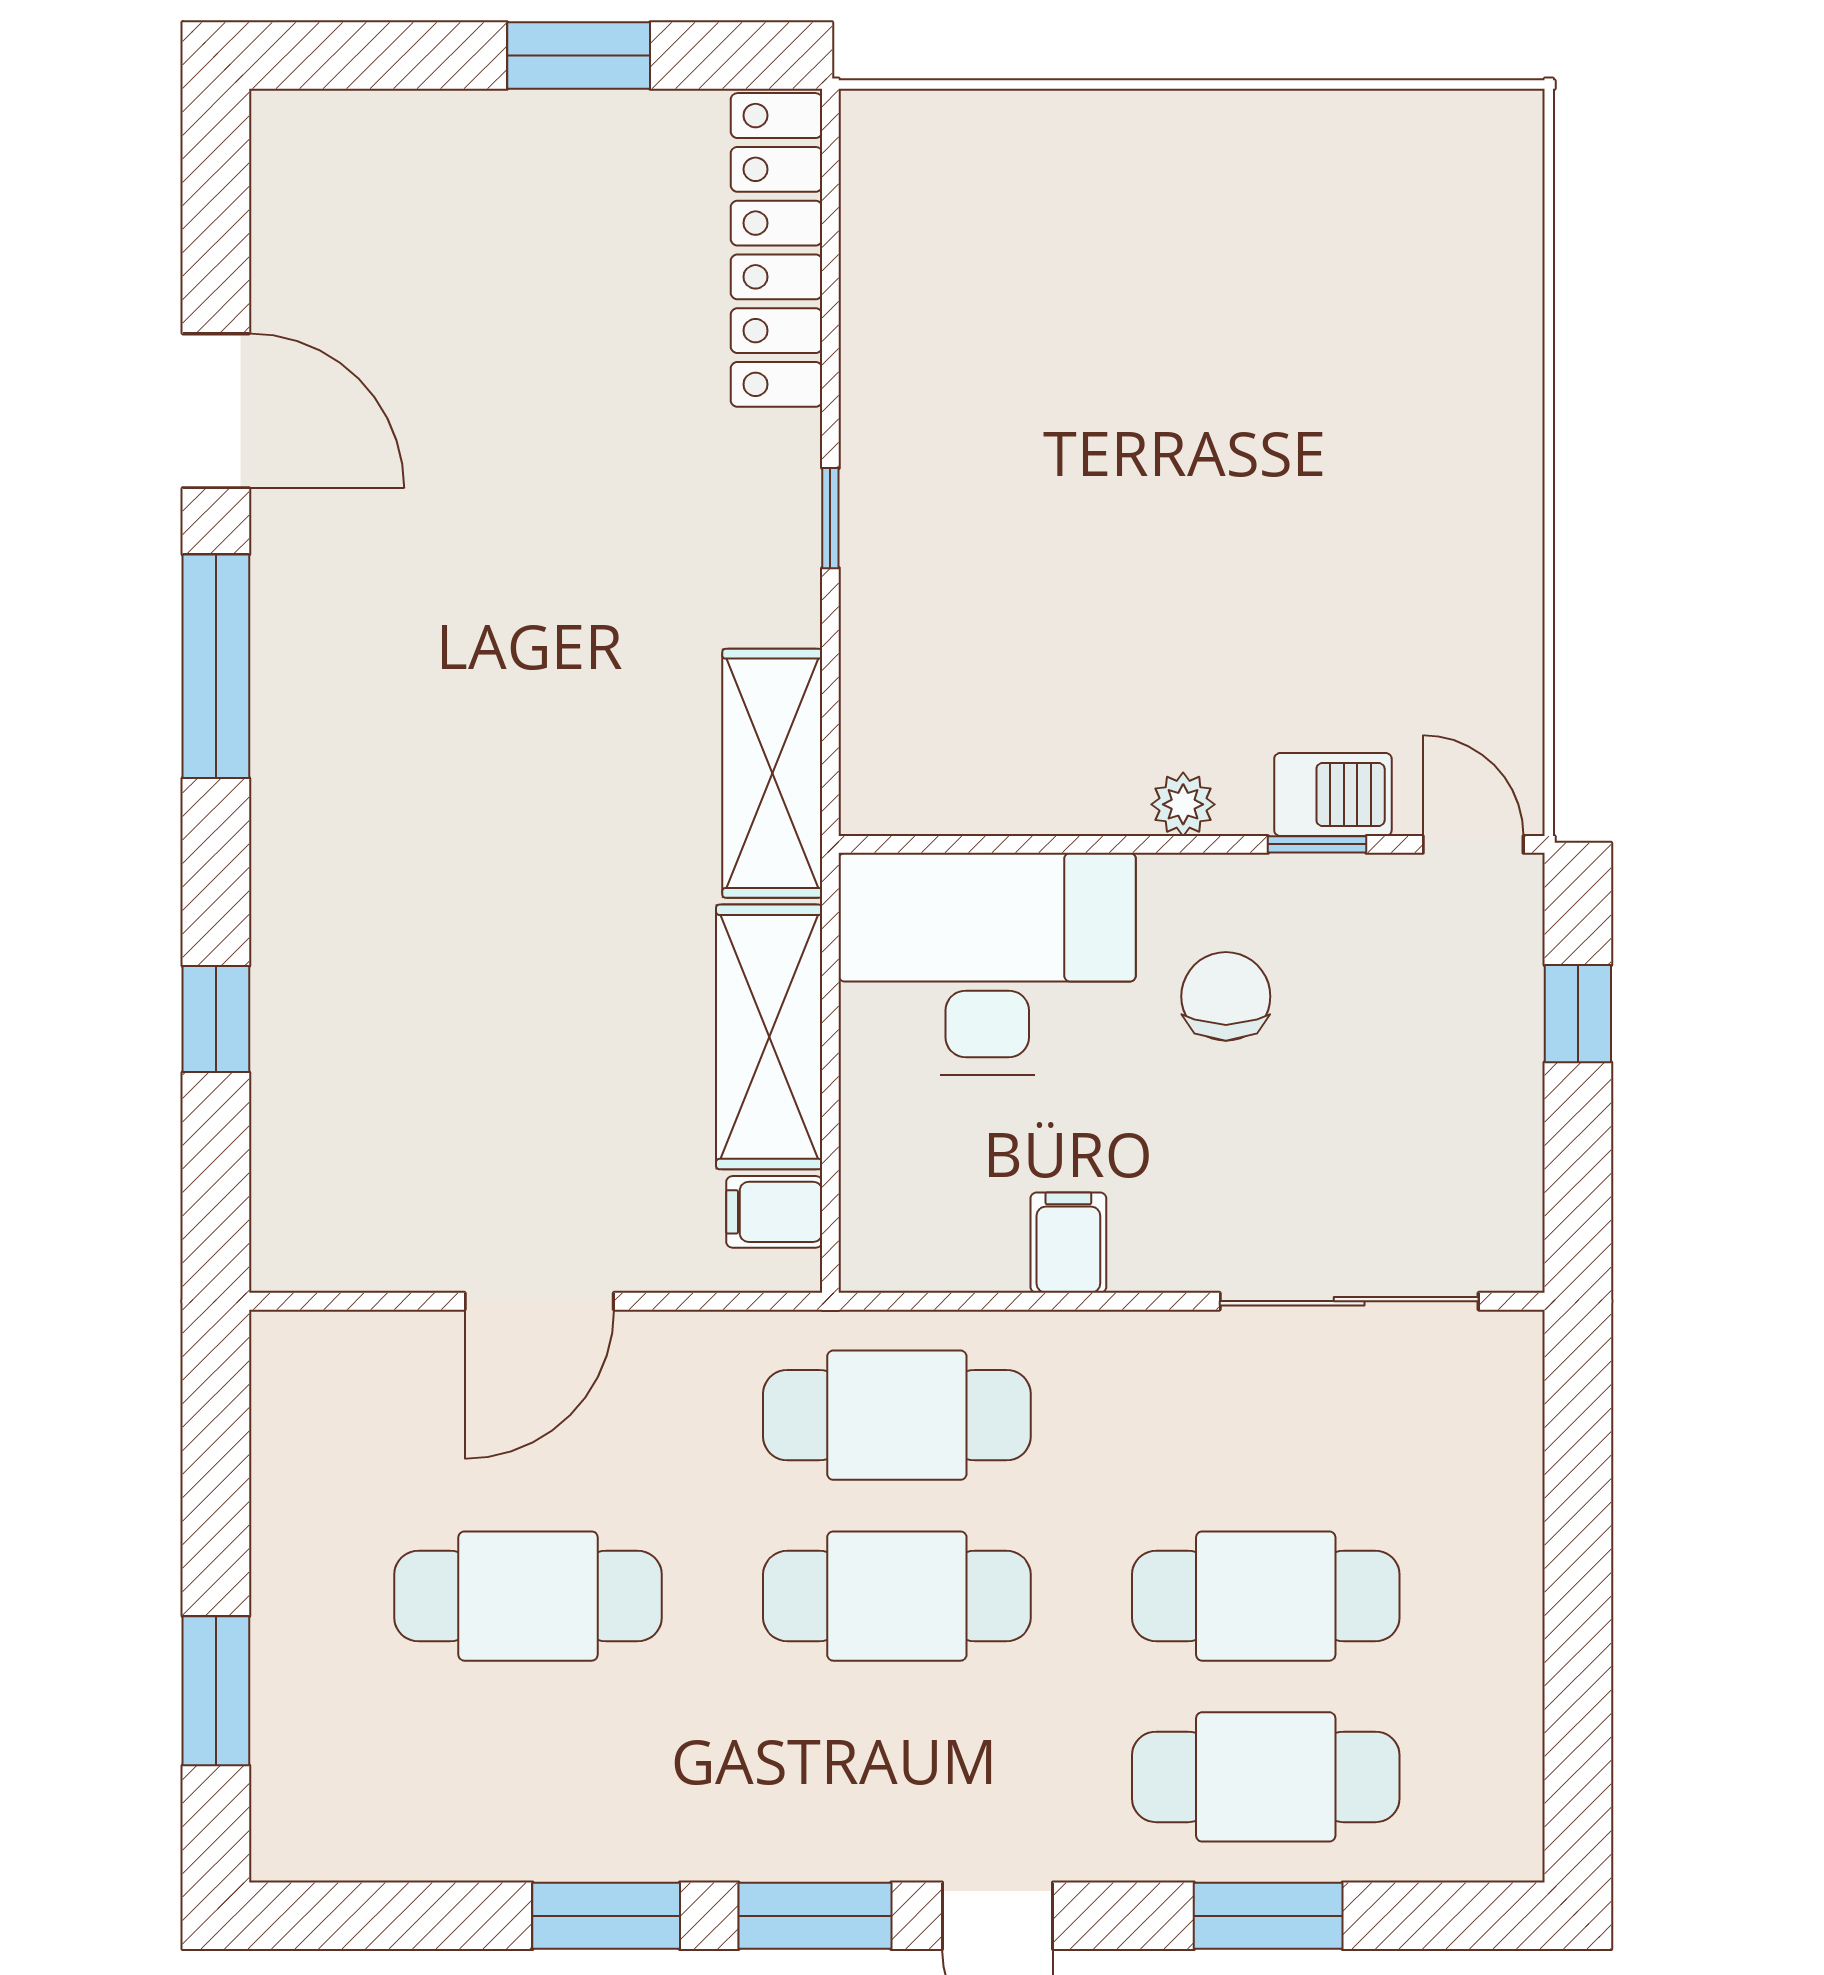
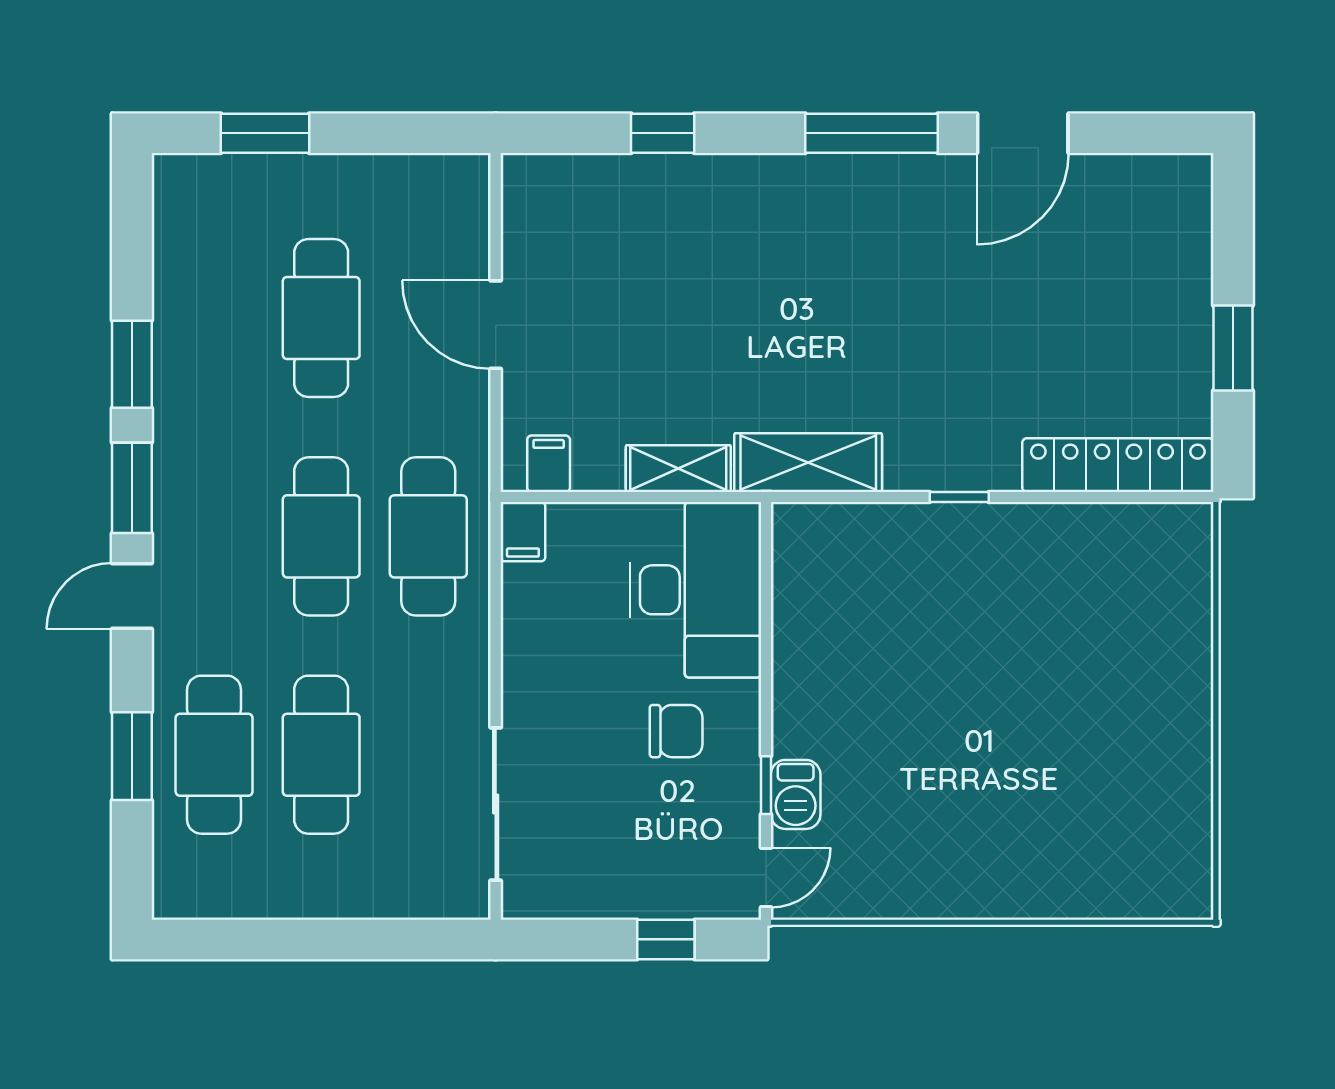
plant: (1183, 804) -> (790, 706), removed
shelving: (769, 1037) -> (678, 469), width x0.67, depth x0.75
filing cabinet: (1068, 1243) -> (523, 532), moved, turned 90

